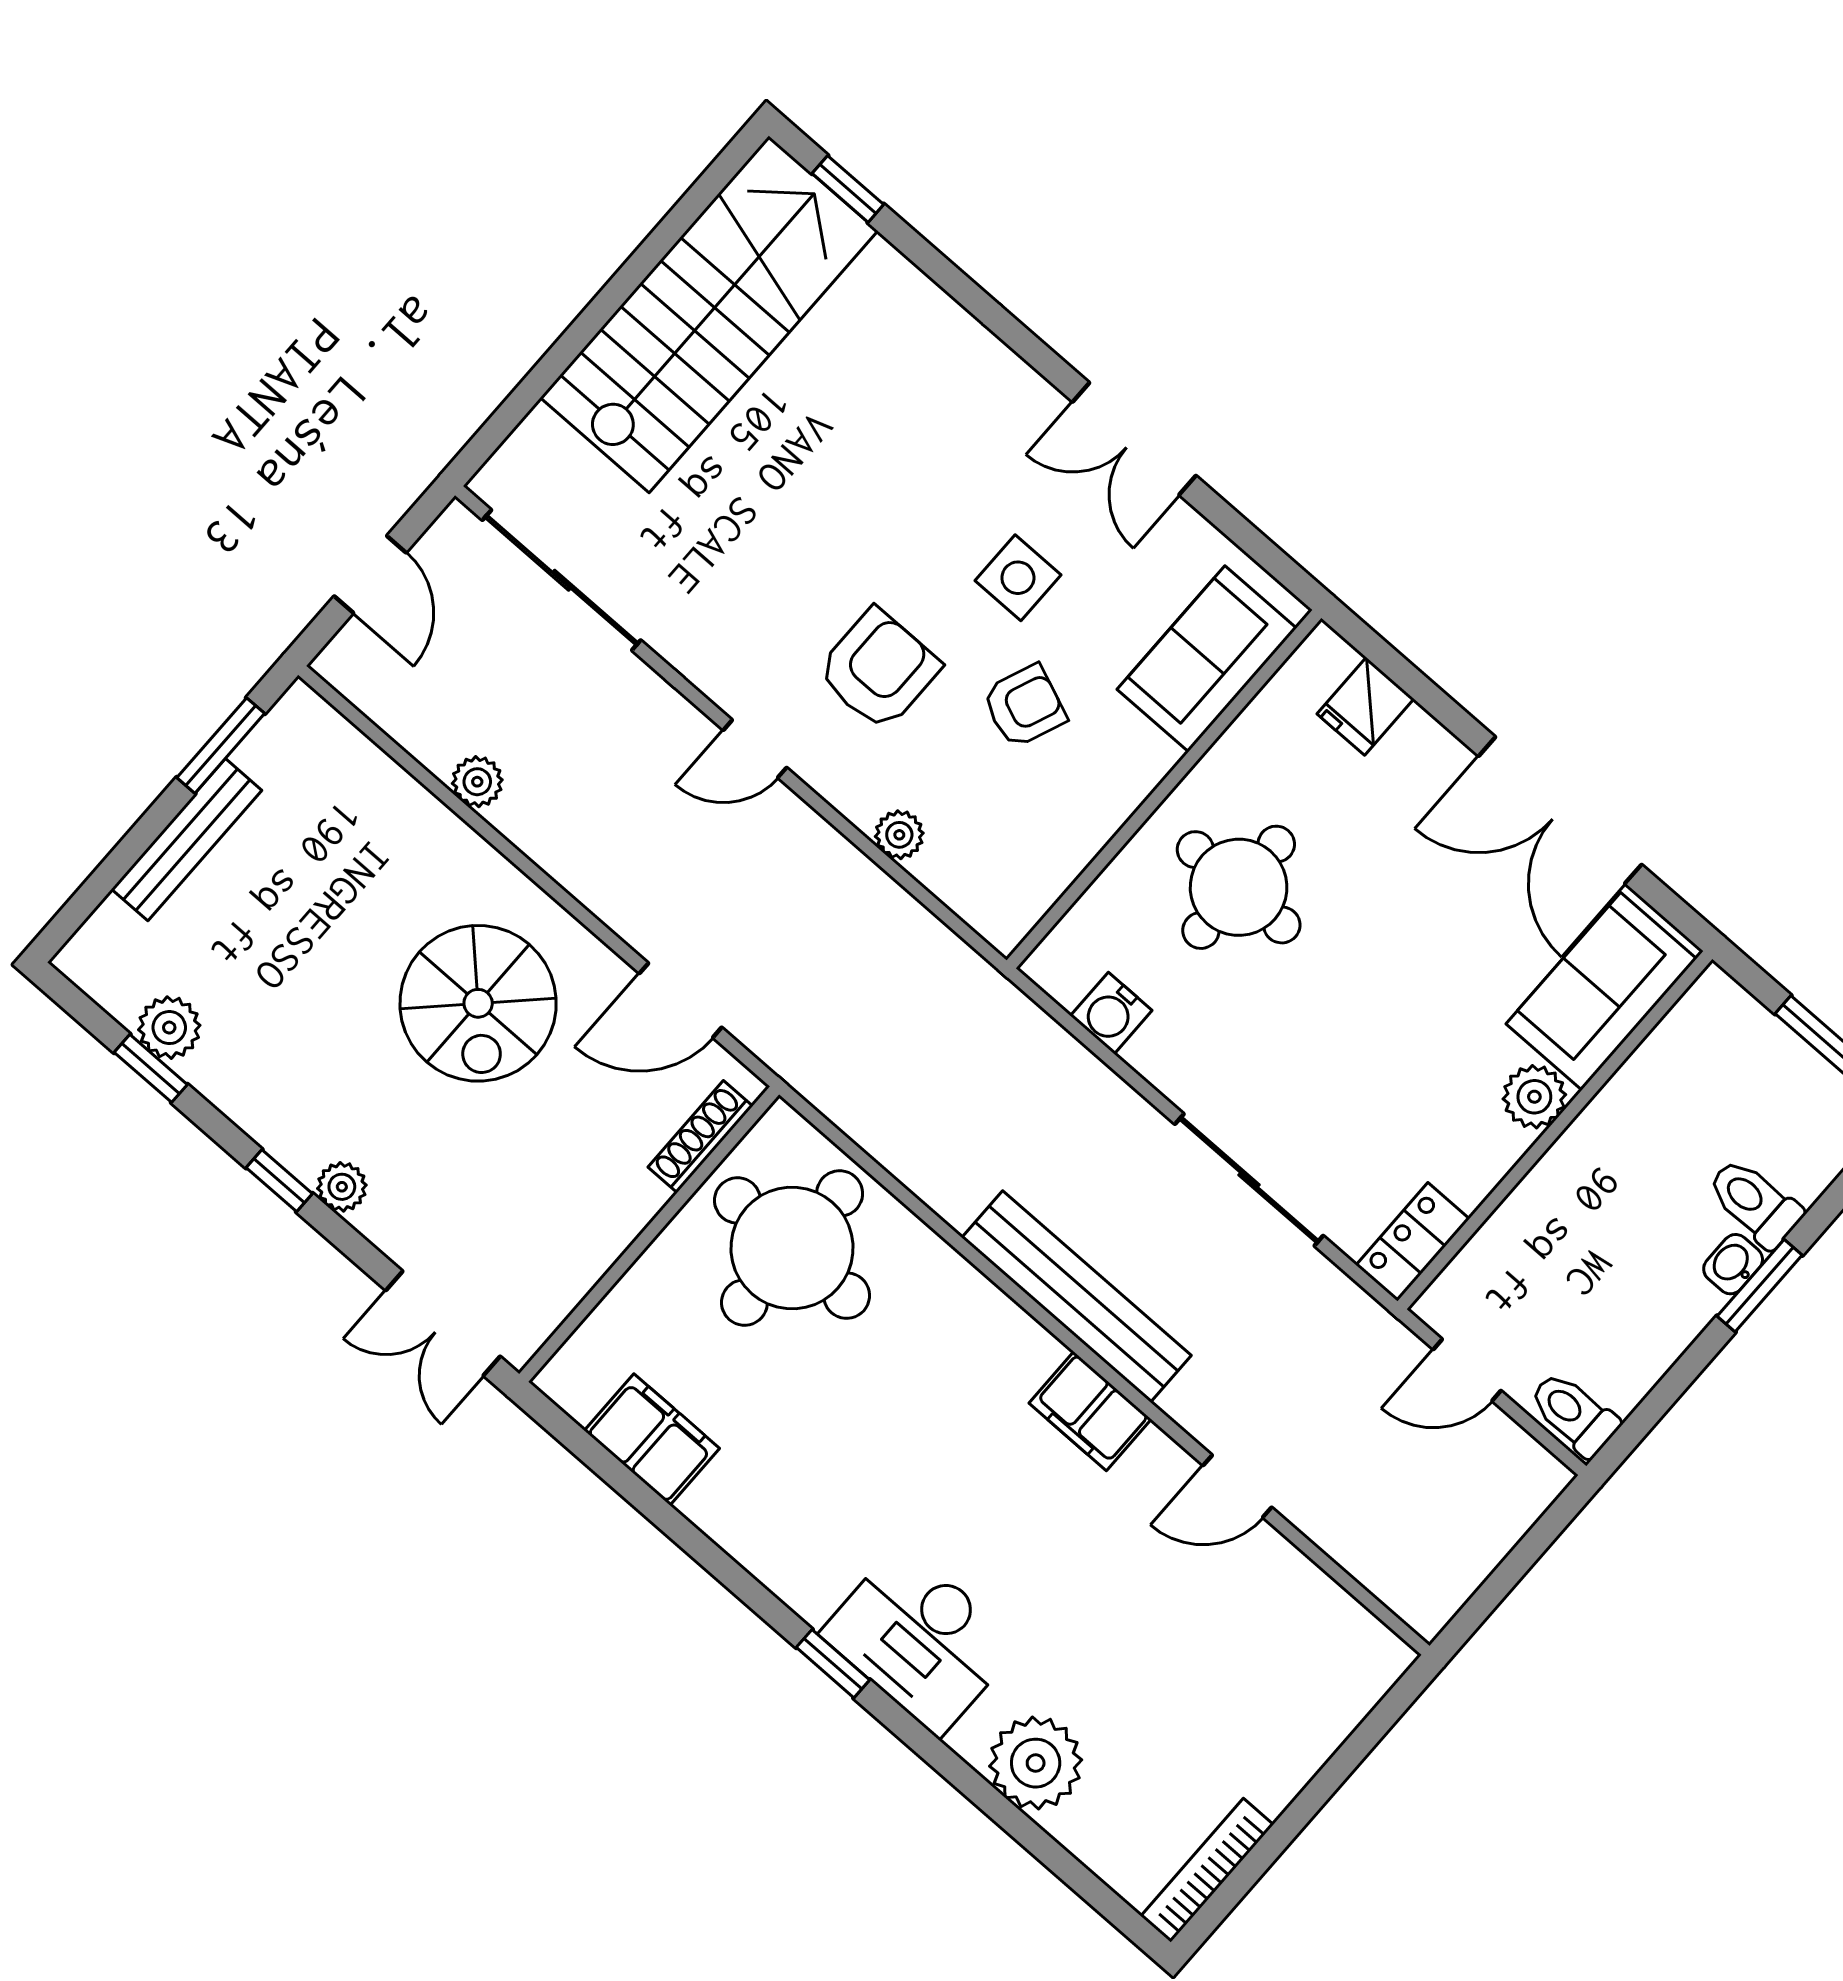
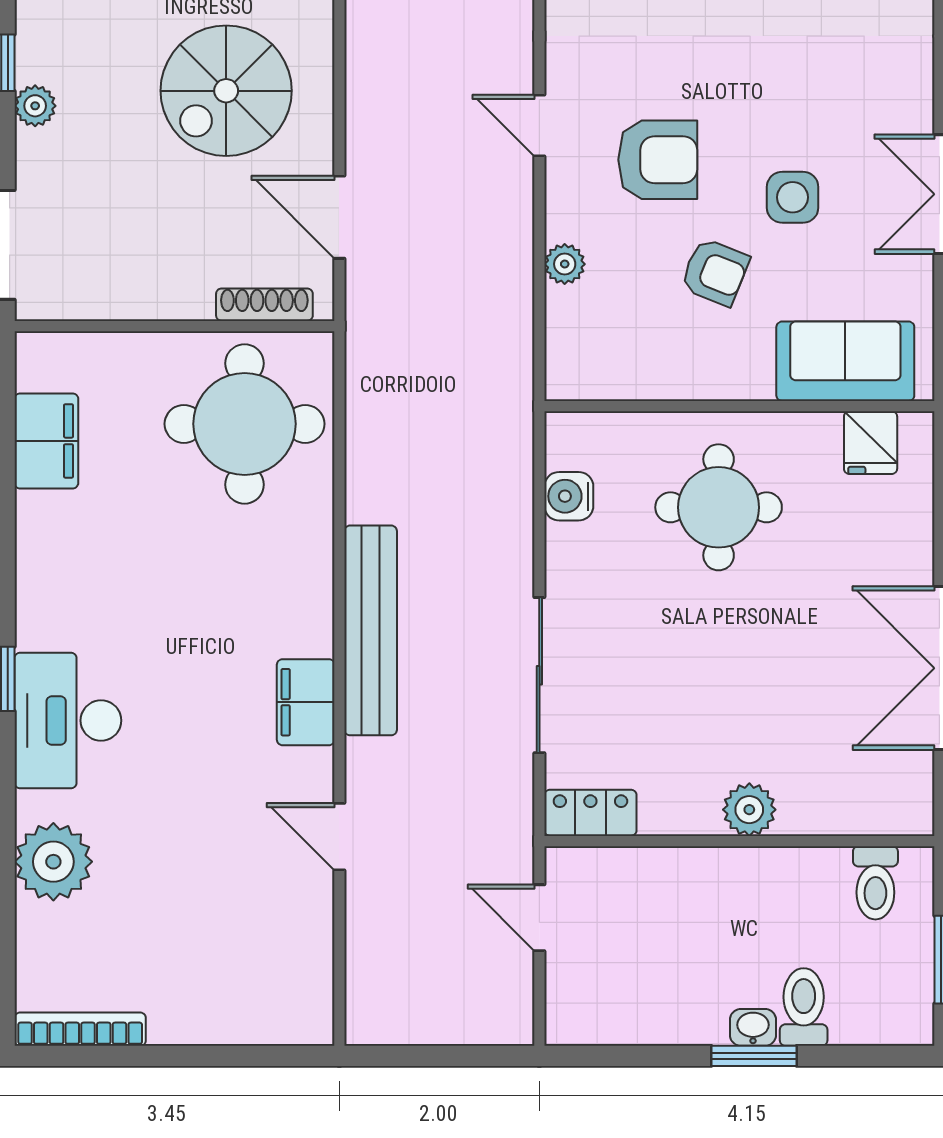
fridge: (1365, 706) -> (871, 443), moved, turned -90
sofa: (1601, 991) -> (853, 794), removed
toilet: (1574, 1414) -> (875, 883), moved, turned 180

